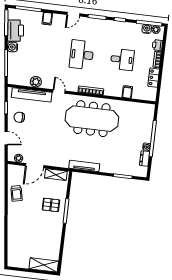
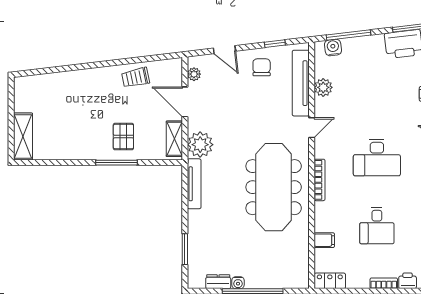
water cooler: (13, 47) -> (333, 47), moved
desk: (82, 55) -> (377, 158), turned 180
locker: (154, 78) -> (330, 281), moved
door: (6, 138) -> (224, 50), hinge flipped
plant: (61, 160) -> (200, 145), added

